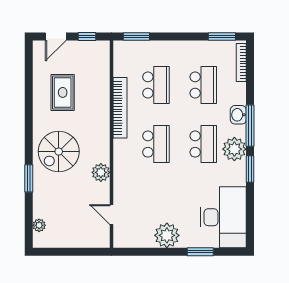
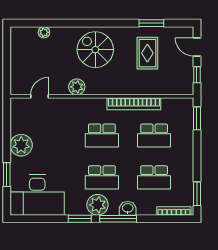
rug: (63, 92) -> (147, 53), turned 90
window: (29, 178) -> (151, 23), moved
plant: (39, 225) -> (44, 32), moved

